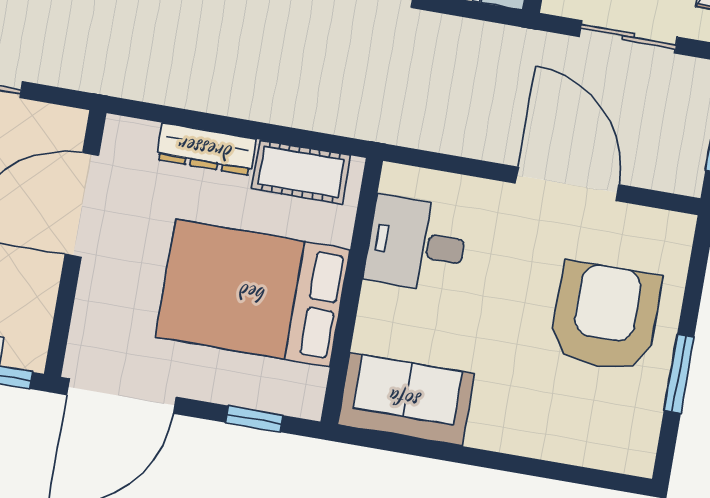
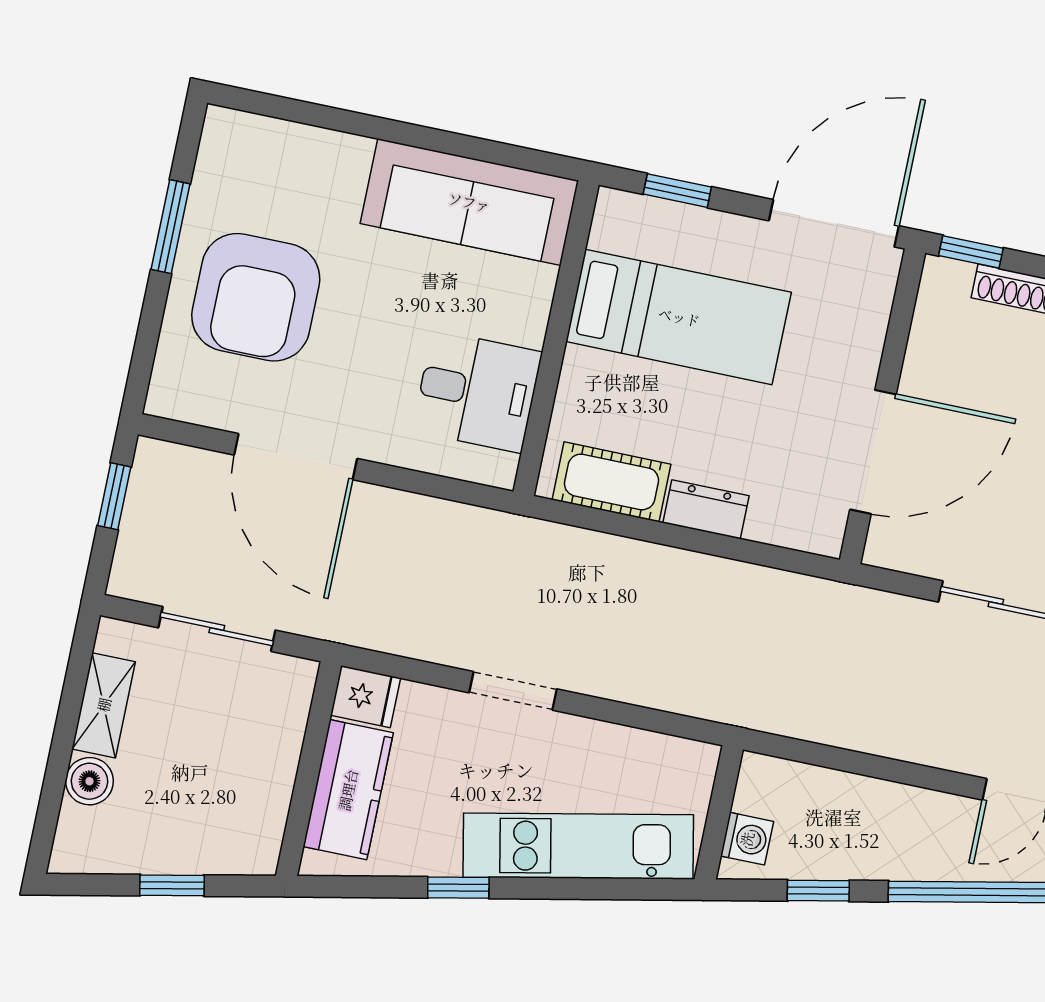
dresser: (206, 149) -> (706, 509), width x0.70
bed: (253, 293) -> (679, 317), width x0.67
sofa: (406, 399) -> (469, 202), width x1.36

